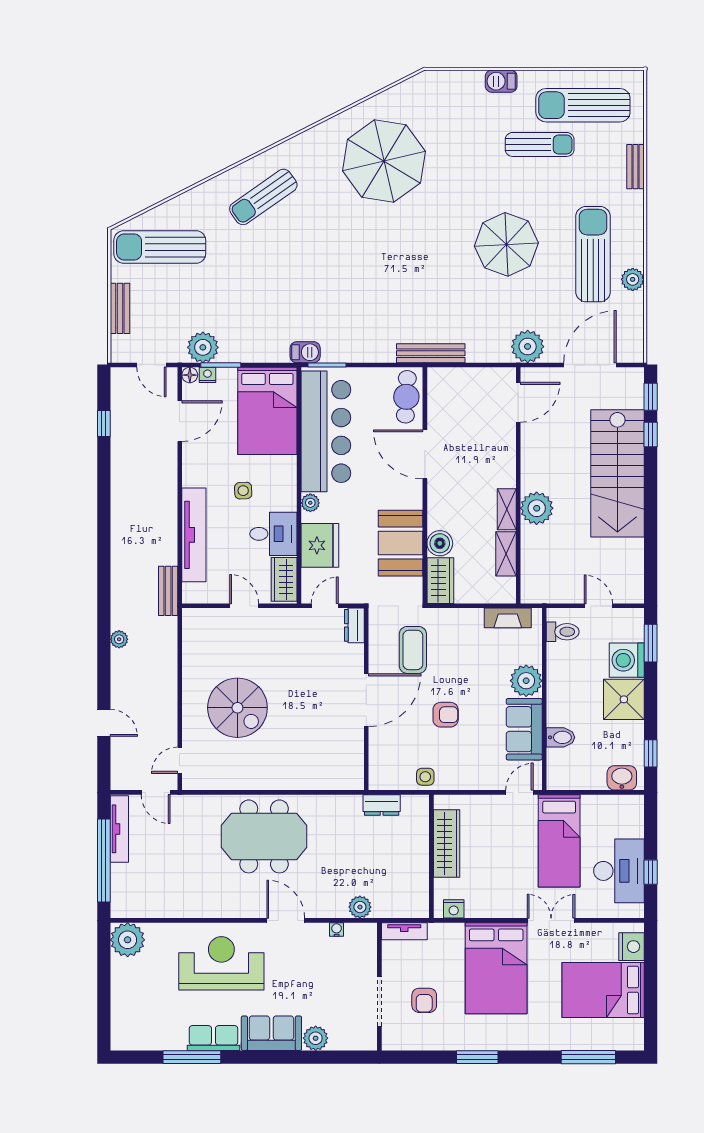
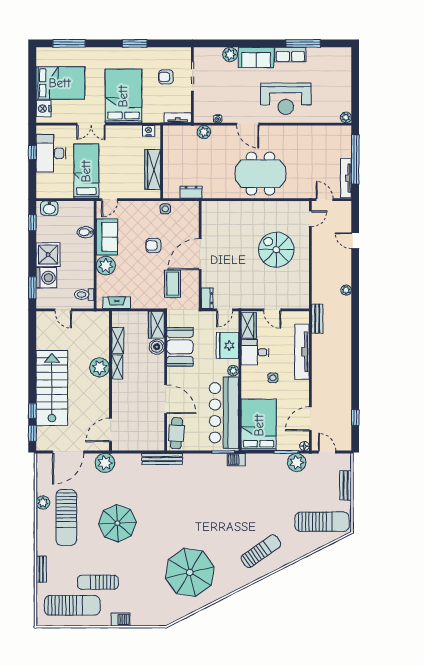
nightstand: (207, 375) -> (294, 446), removed
plant: (128, 940) -> (346, 117), width x0.53, depth x0.53
armchair: (424, 1000) -> (166, 77), turned -90

